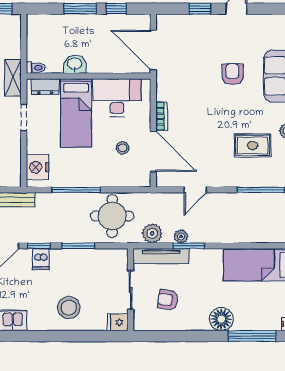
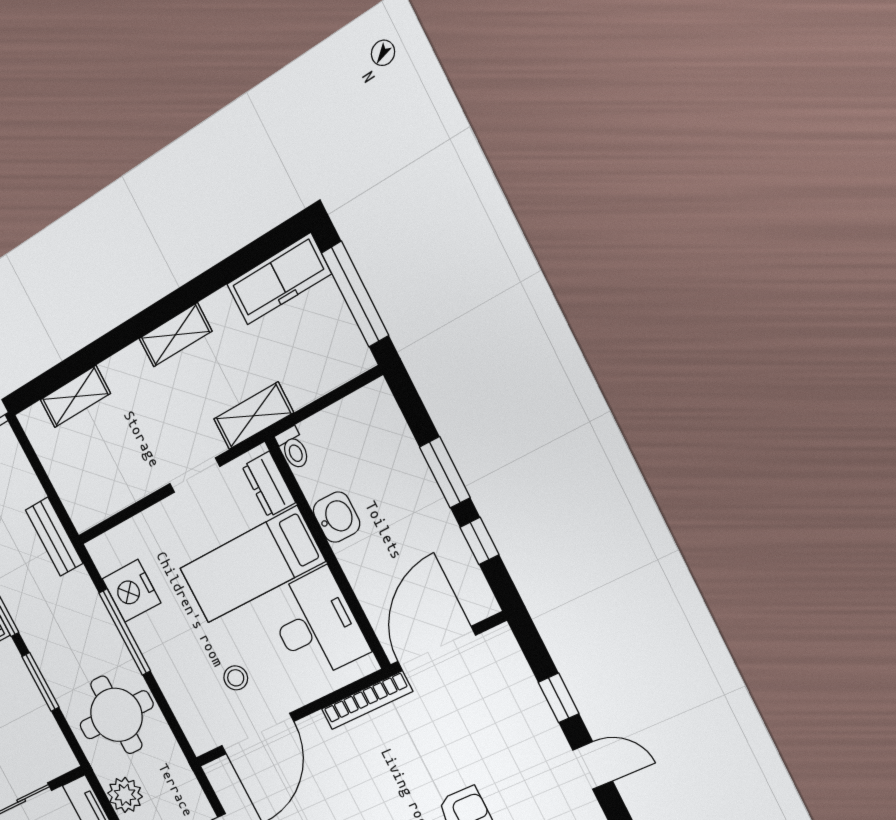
bookcase: (162, 116) -> (367, 700), moved, width x1.56
nightstand: (38, 167) -> (131, 591), moved, turned -90

